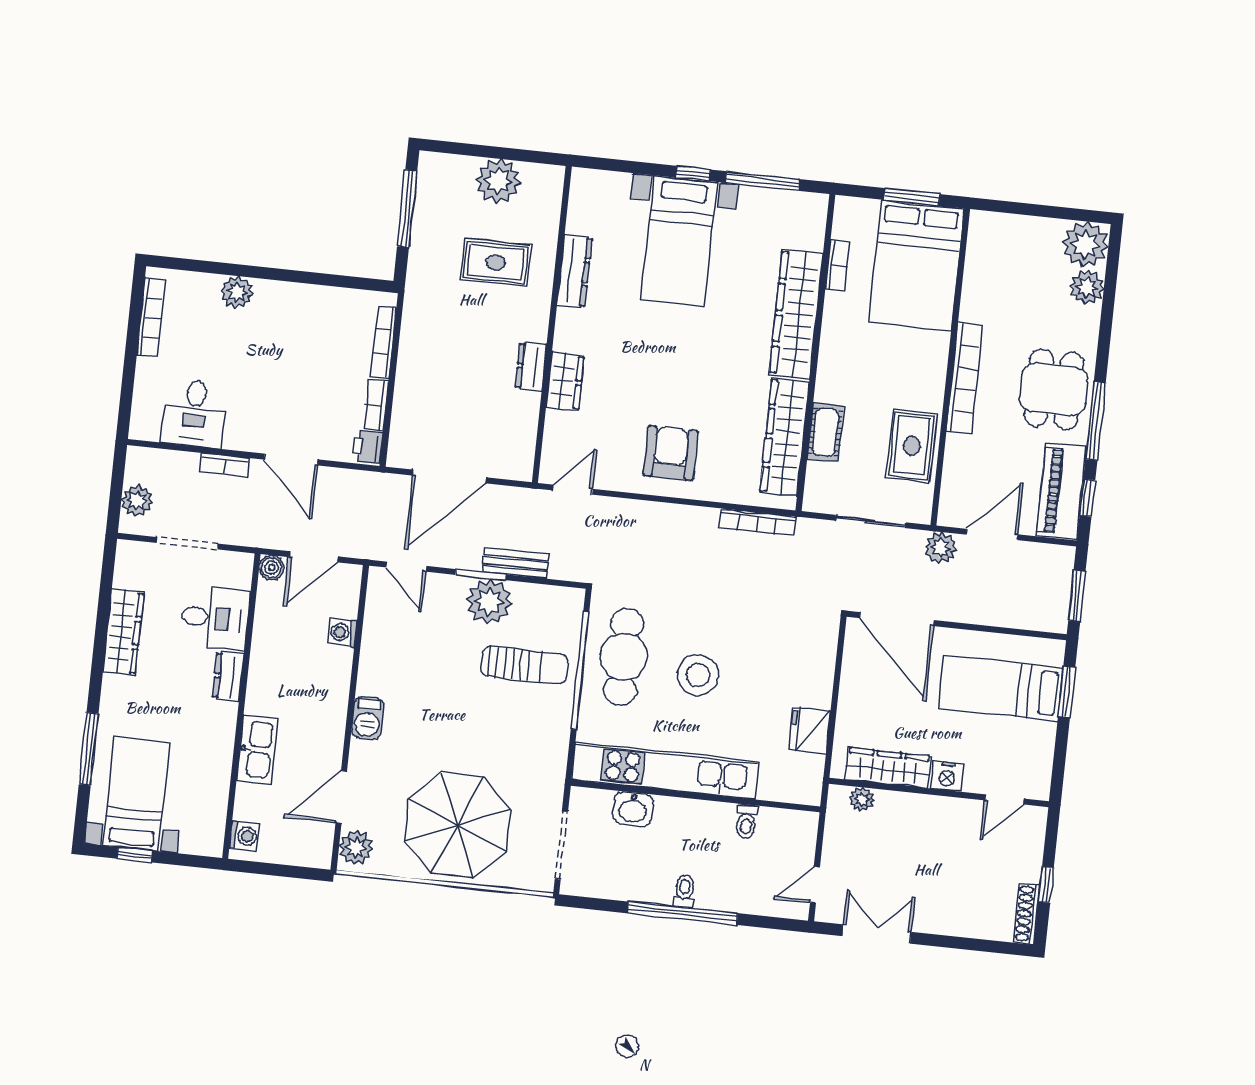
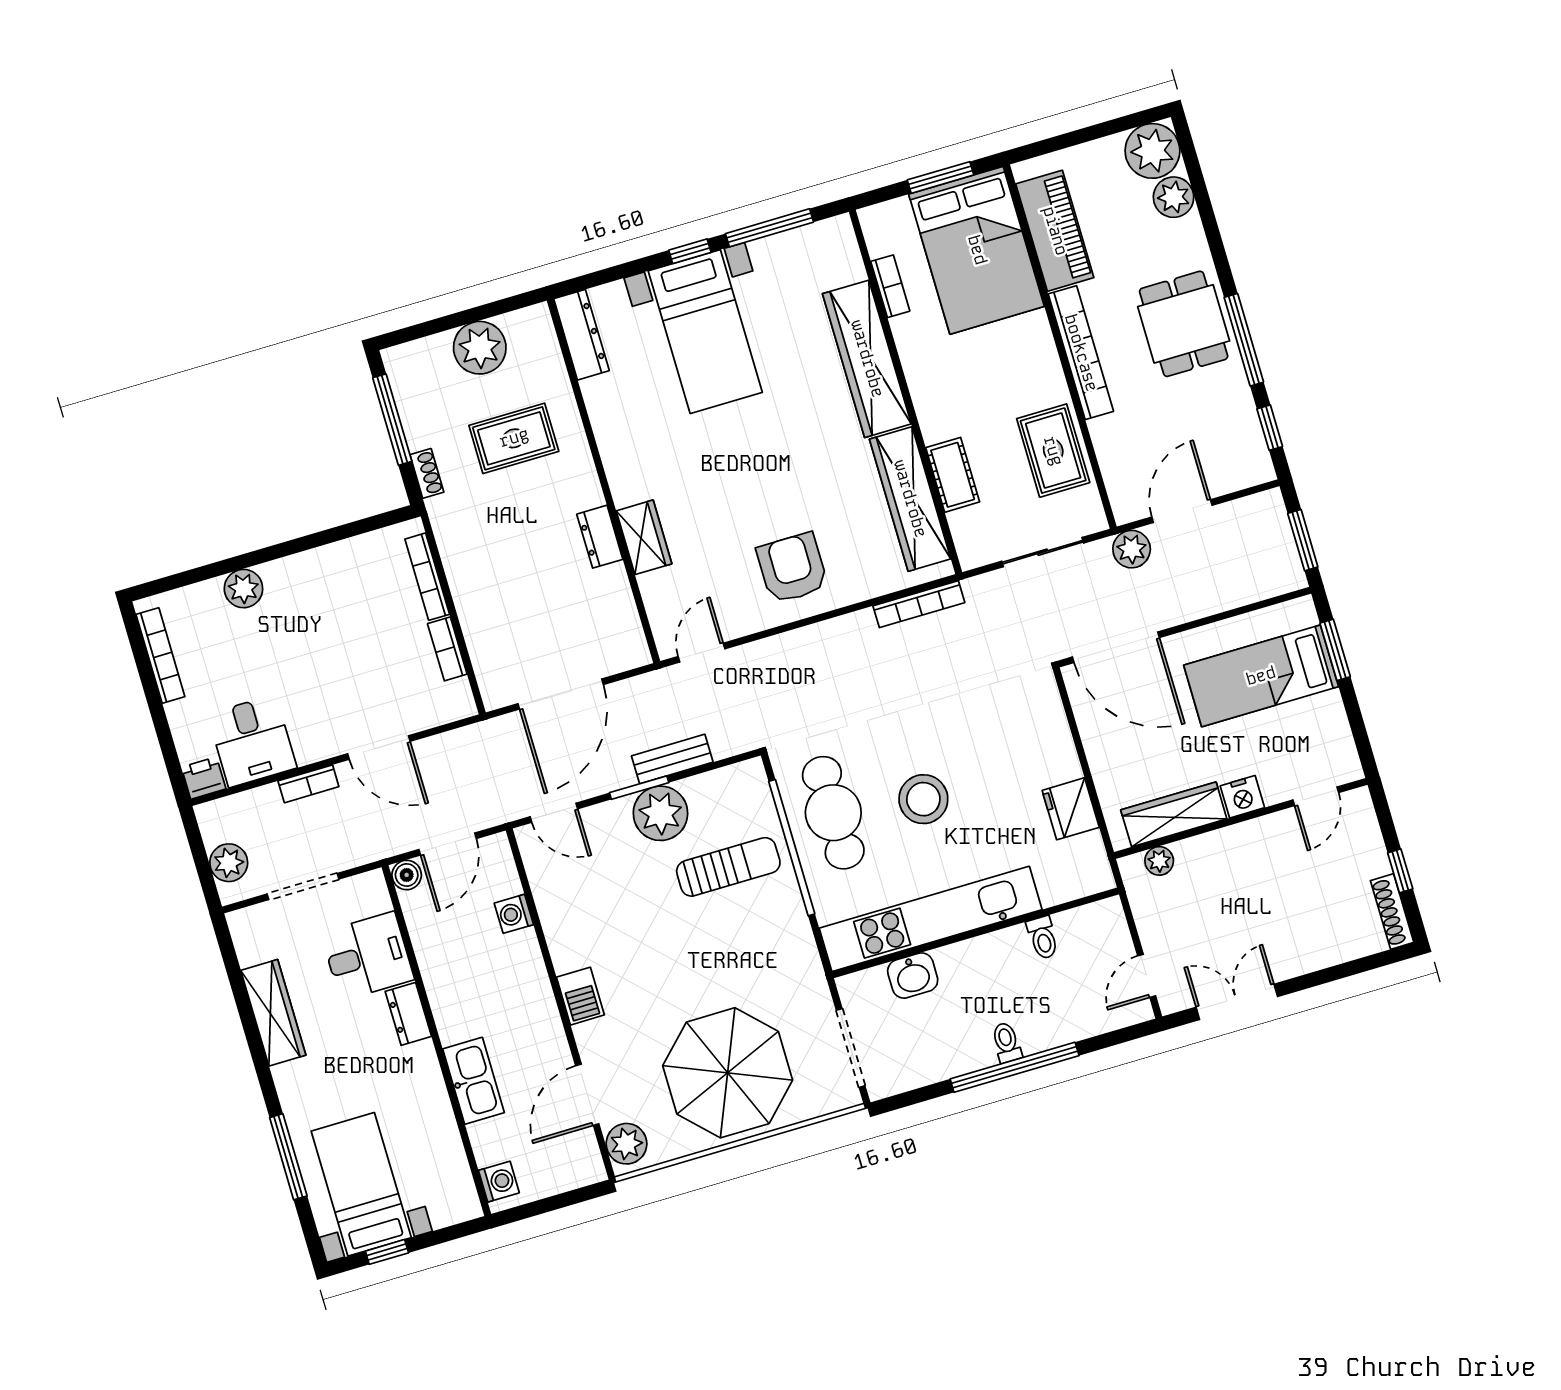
shoe rack: (417, 262) -> (427, 473), added
dresser: (575, 271) -> (581, 335), moved
printer: (367, 447) -> (204, 778), moved, turned 90
piano: (1062, 491) -> (1055, 231), moved, turned 180

